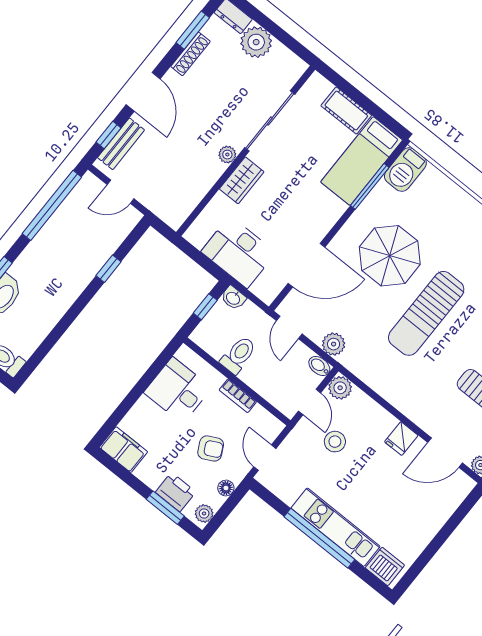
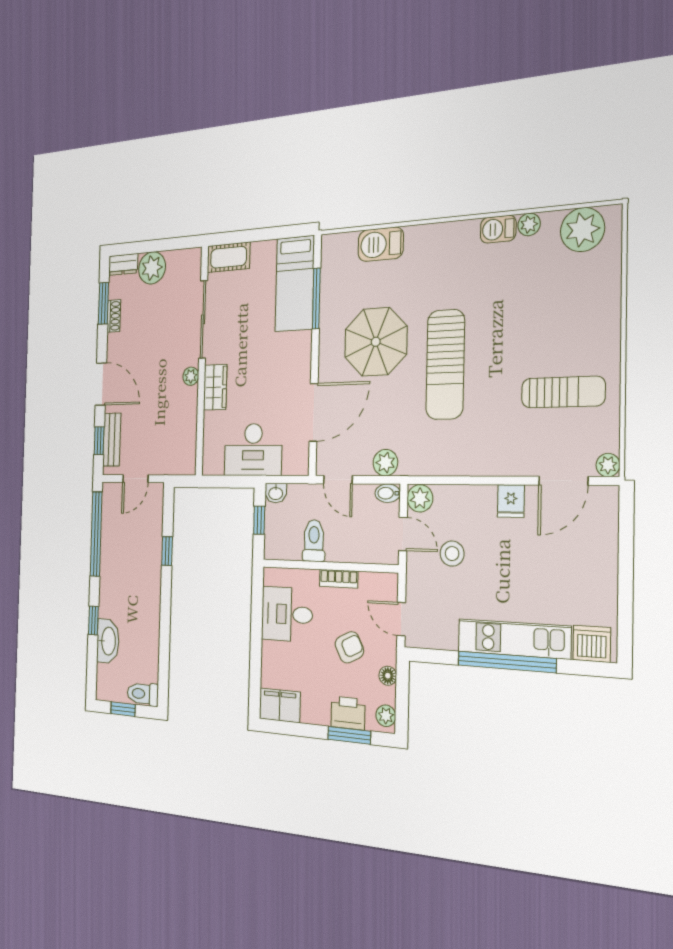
shoe rack: (191, 54) -> (114, 316), width x0.70
cot: (346, 111) -> (229, 257), moved
barbecue: (405, 169) -> (381, 244), moved, turned 90

